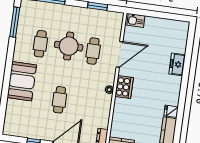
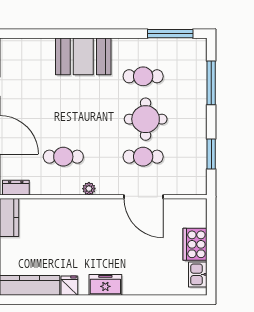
kitchen sink: (136, 20) -> (198, 274), moved
freezer: (177, 64) -> (105, 285), moved
cooker: (124, 87) -> (195, 244), moved, turned 90
cafe table: (59, 100) -> (63, 157), moved

